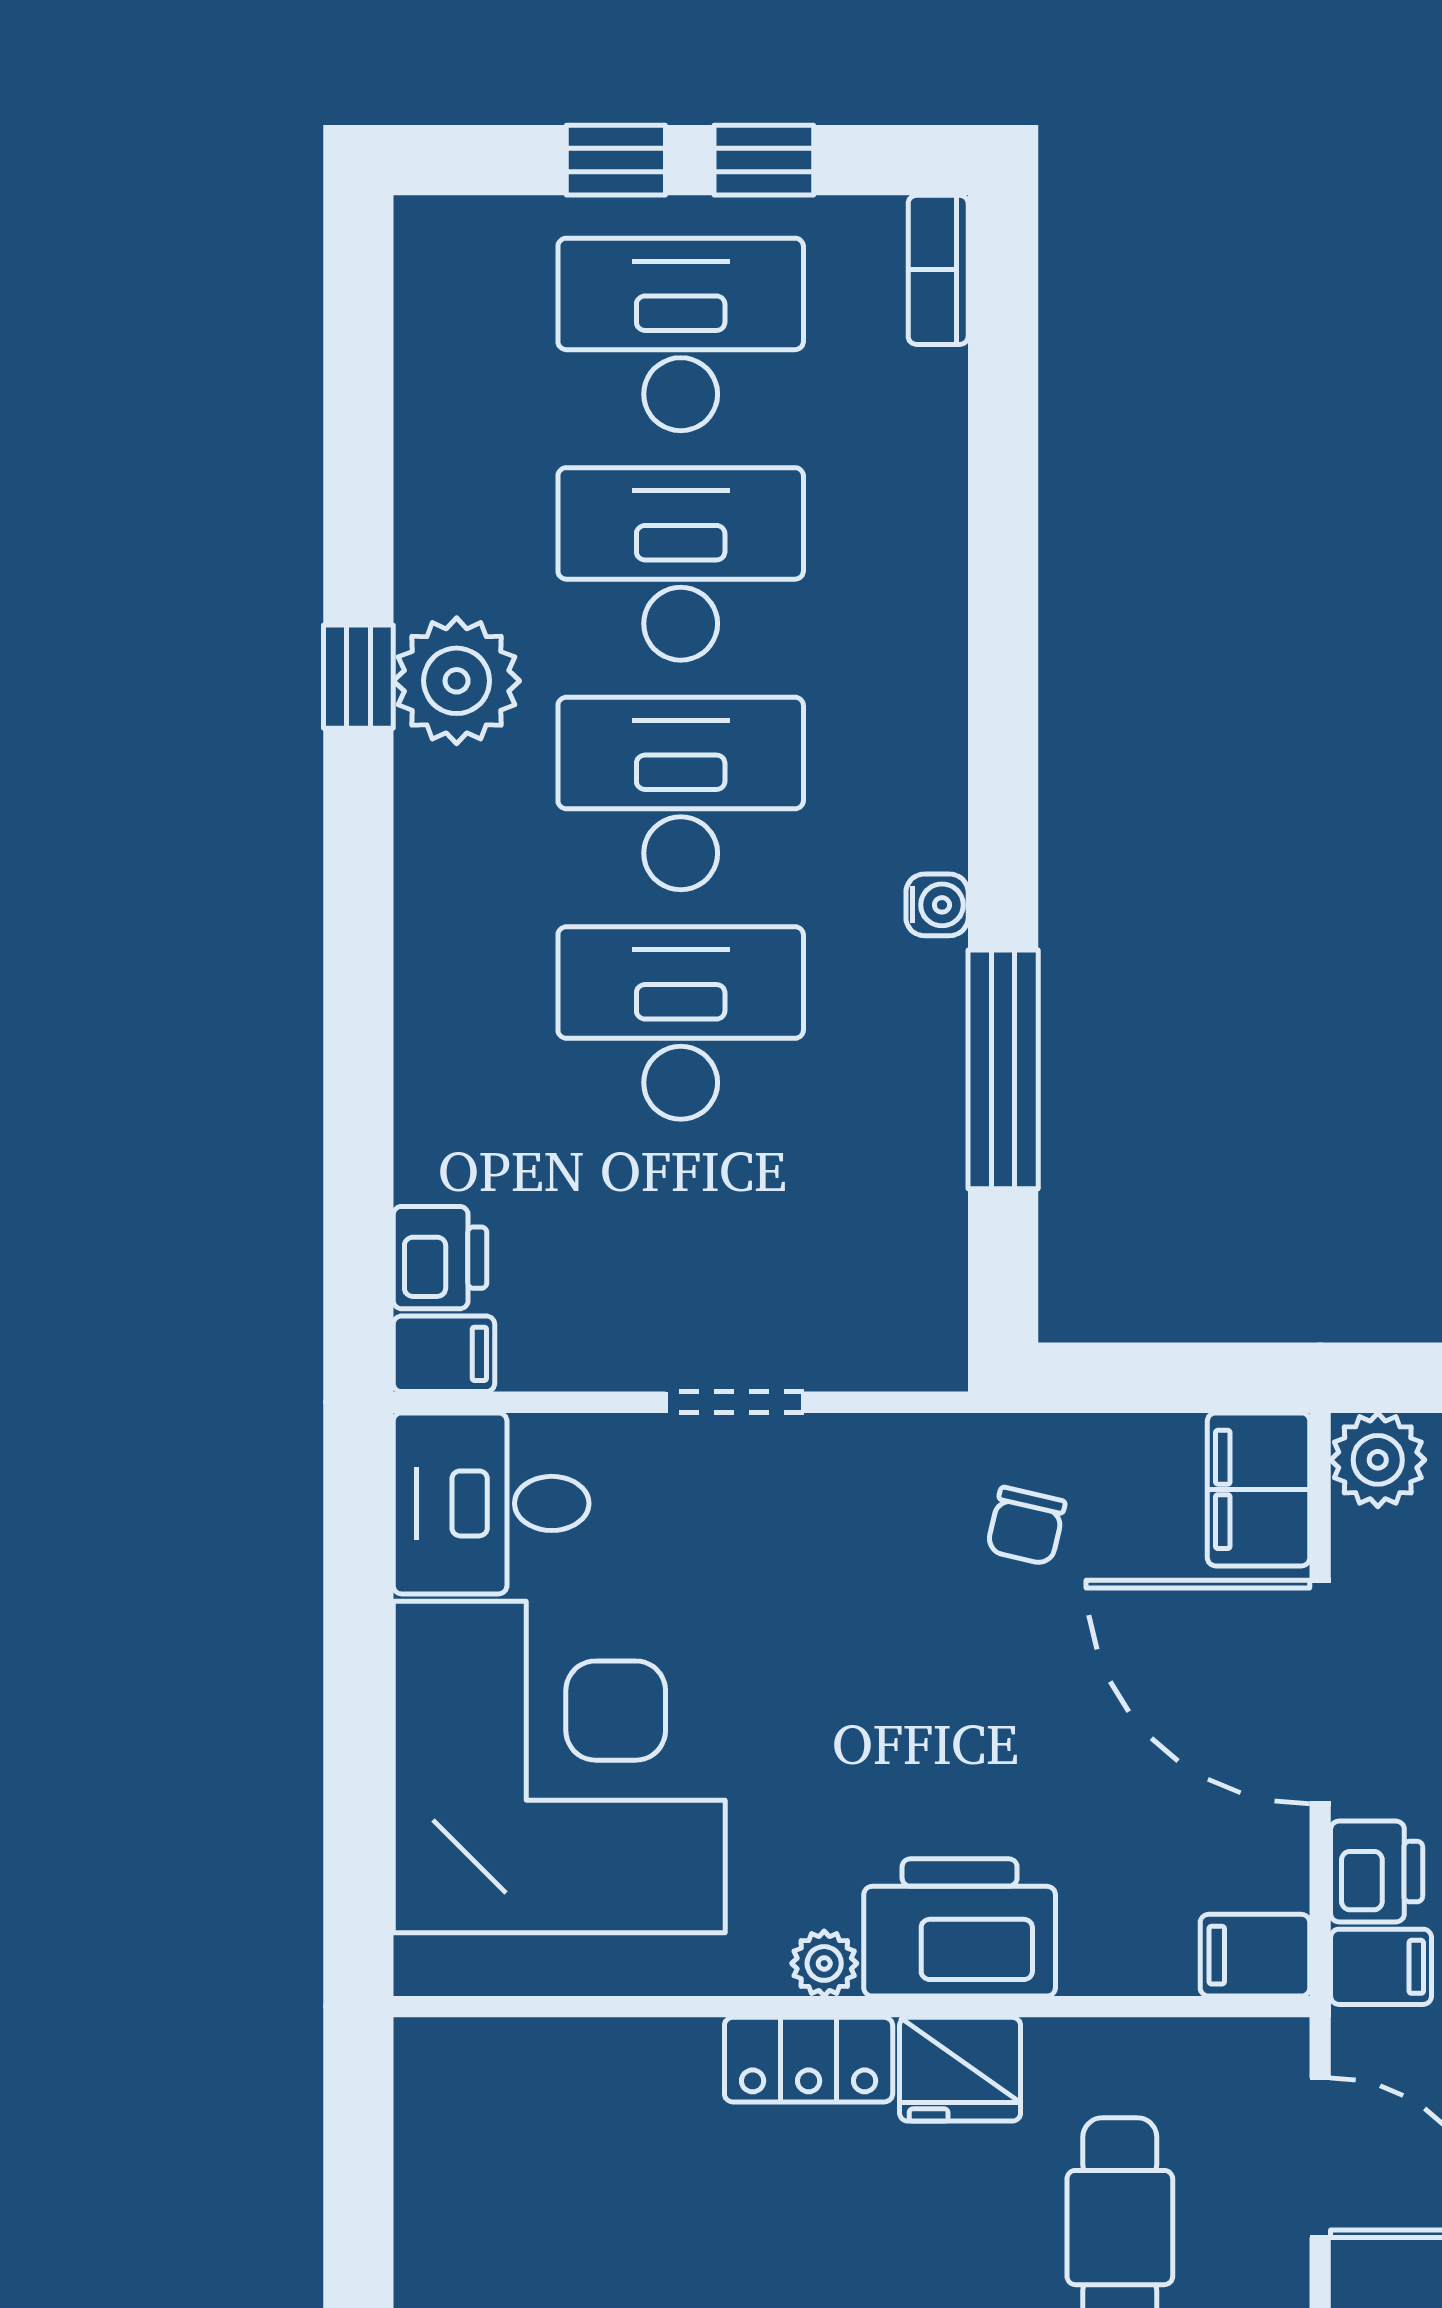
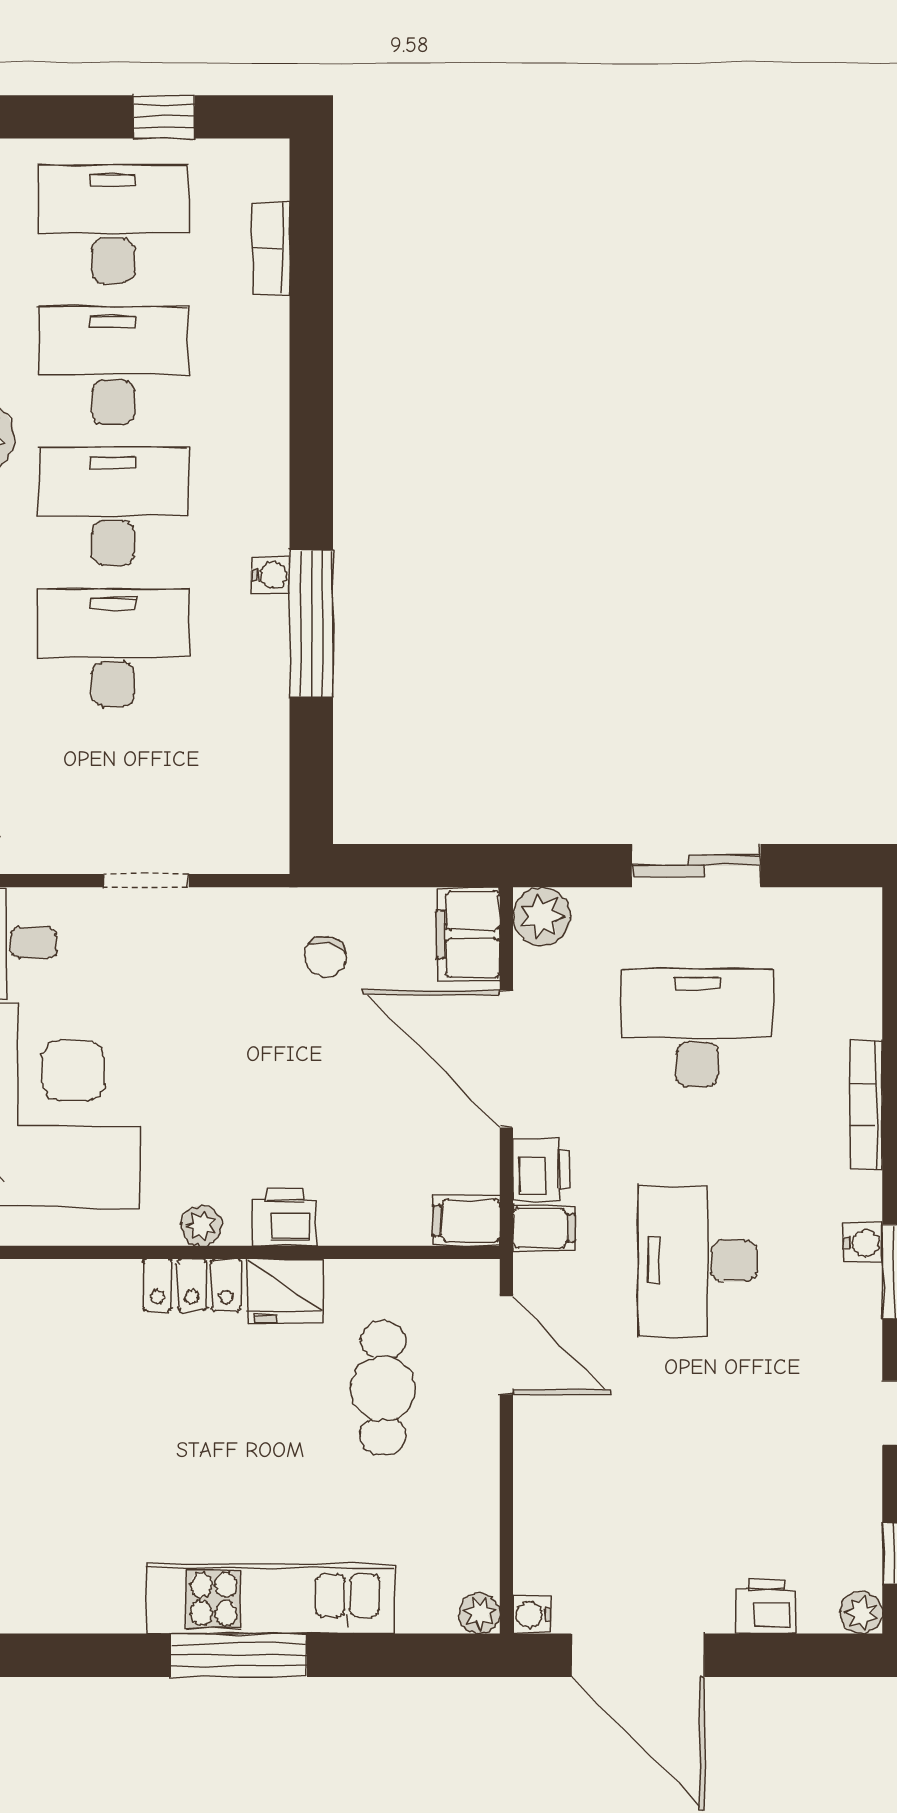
window: (616, 160) -> (73, 117), removed
bookcase: (938, 270) -> (271, 248), moved
window: (1003, 1069) -> (311, 624), moved
printer: (960, 1927) -> (285, 1217), width x0.53, depth x0.68

